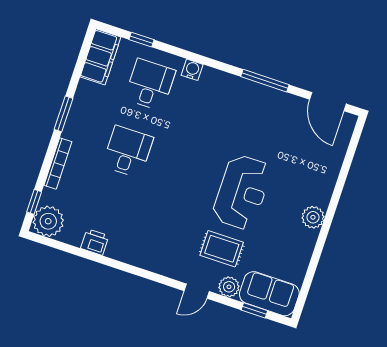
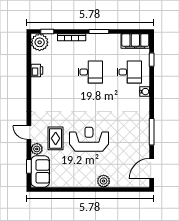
reception desk: (242, 192) -> (89, 139), turned 180
plant: (313, 217) -> (104, 181), moved

